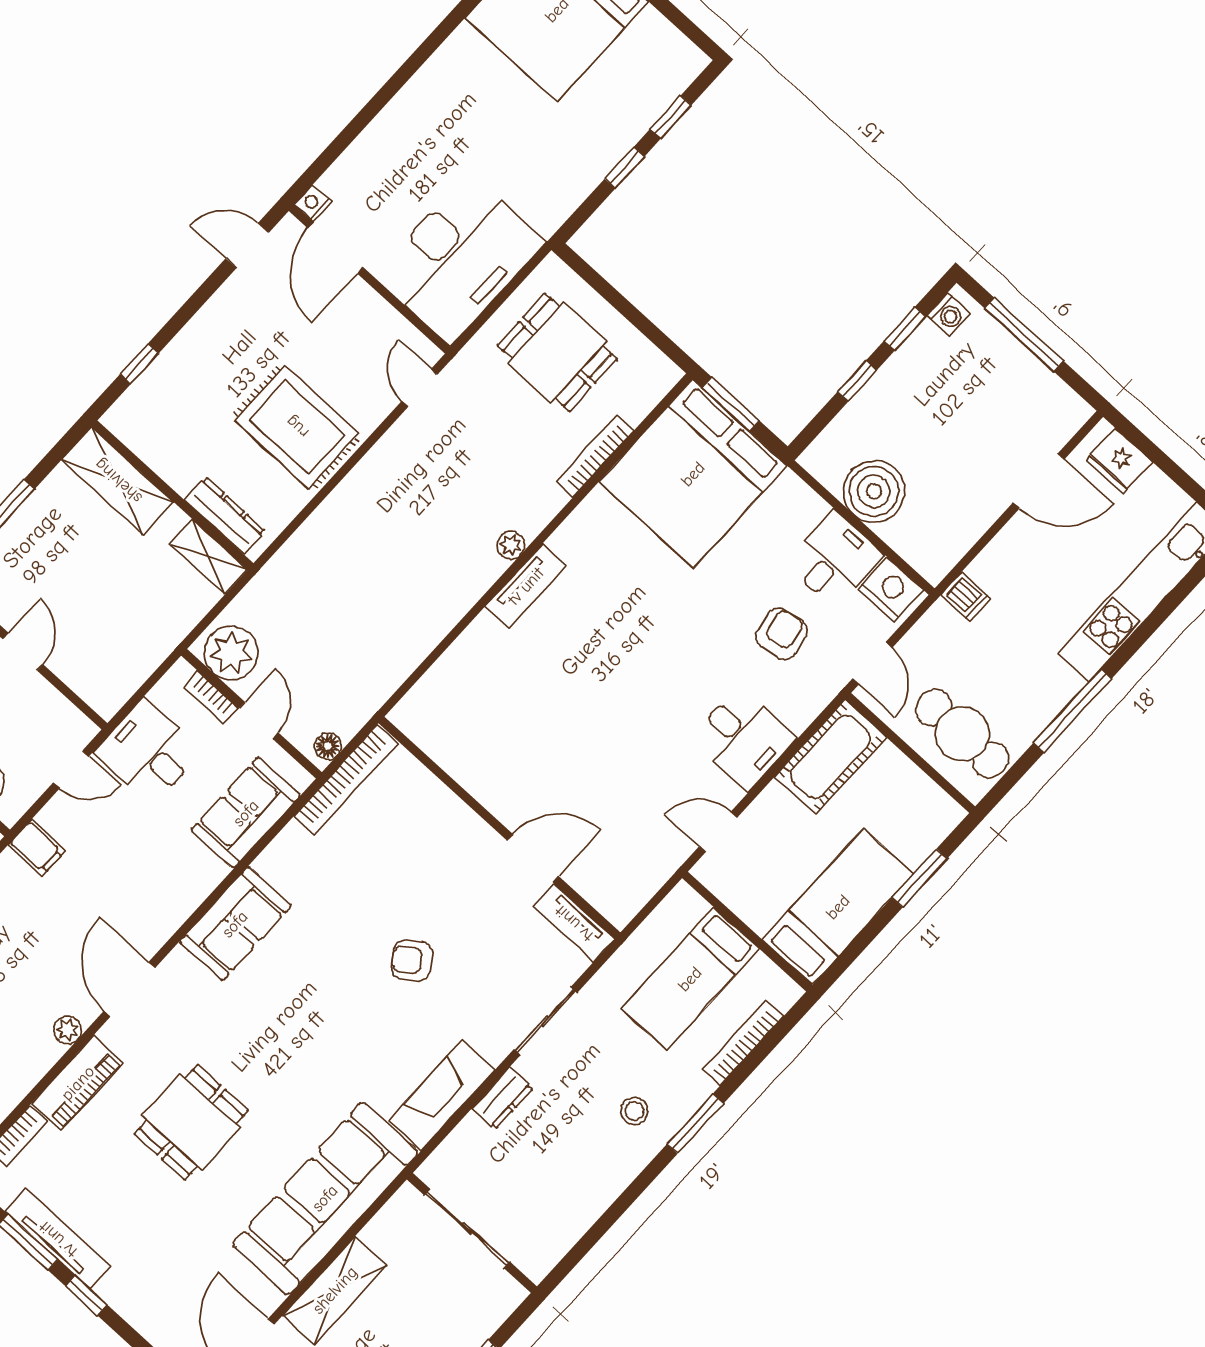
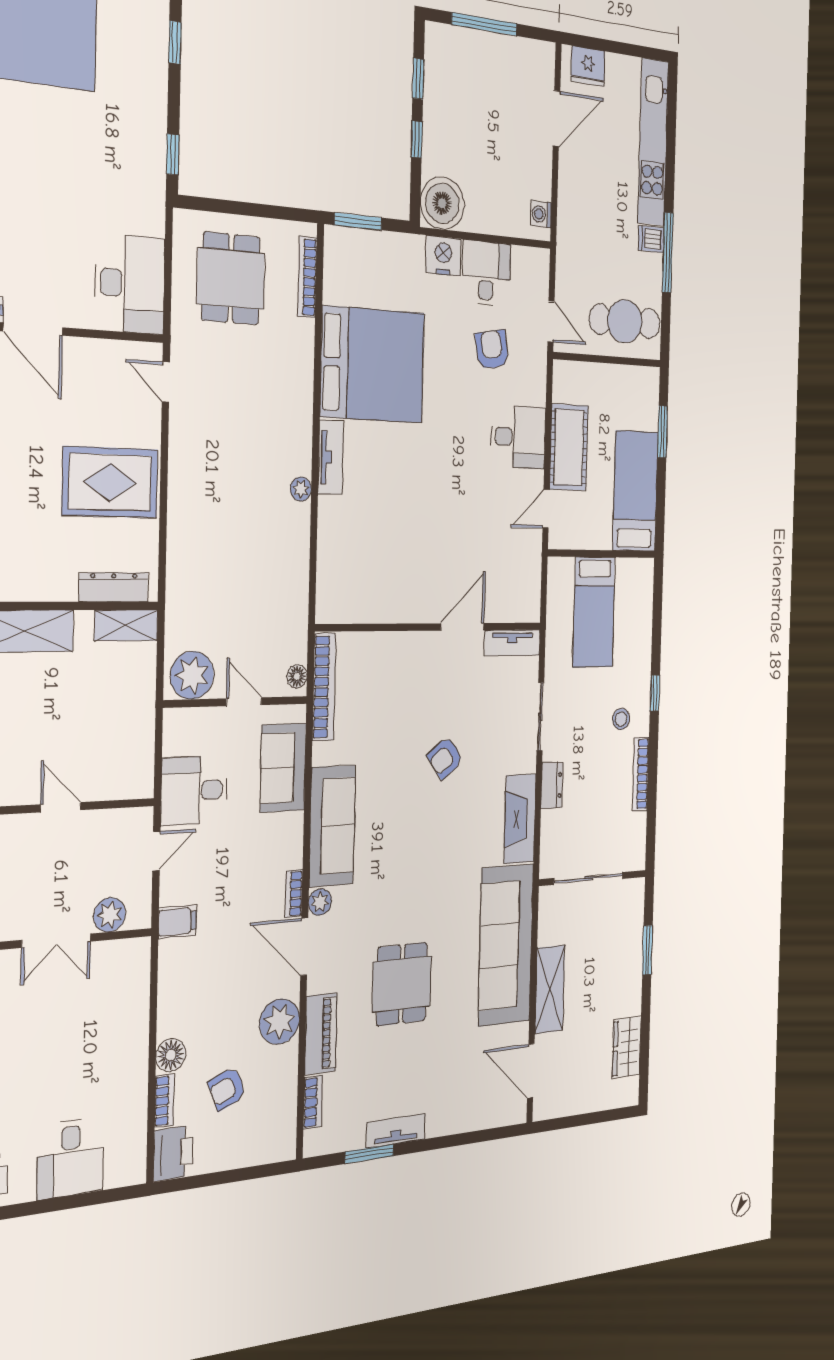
window: (625, 168) -> (173, 154), moved
desk: (459, 259) -> (130, 284), width x0.73, depth x0.77
washing machine: (948, 314) -> (541, 214), moved, turned 180
dining table: (557, 352) -> (231, 279), turned 90
bookcase: (595, 456) -> (307, 277), moved
bed: (693, 474) -> (372, 365), moved, turned -90
boiler: (874, 491) -> (442, 203), moved
plant: (511, 545) -> (301, 489), moved
nightstand: (891, 590) -> (443, 256), moved
dishwasher: (966, 597) -> (651, 239), moved, turned 180
bookcase: (211, 697) -> (294, 894), moved, turned 90
cot: (830, 757) -> (569, 447), moved
sofa: (235, 924) -> (332, 826), width x1.36
plant: (178, 965) -> (320, 902), added
plant: (68, 1030) -> (279, 1022), width x1.87, depth x1.87
bookcase: (743, 1043) -> (641, 774), moved
window: (695, 1124) -> (655, 693), width x0.67
tv unit: (58, 1239) -> (396, 1131), width x0.71
window: (86, 1295) -> (425, 1145), removed

